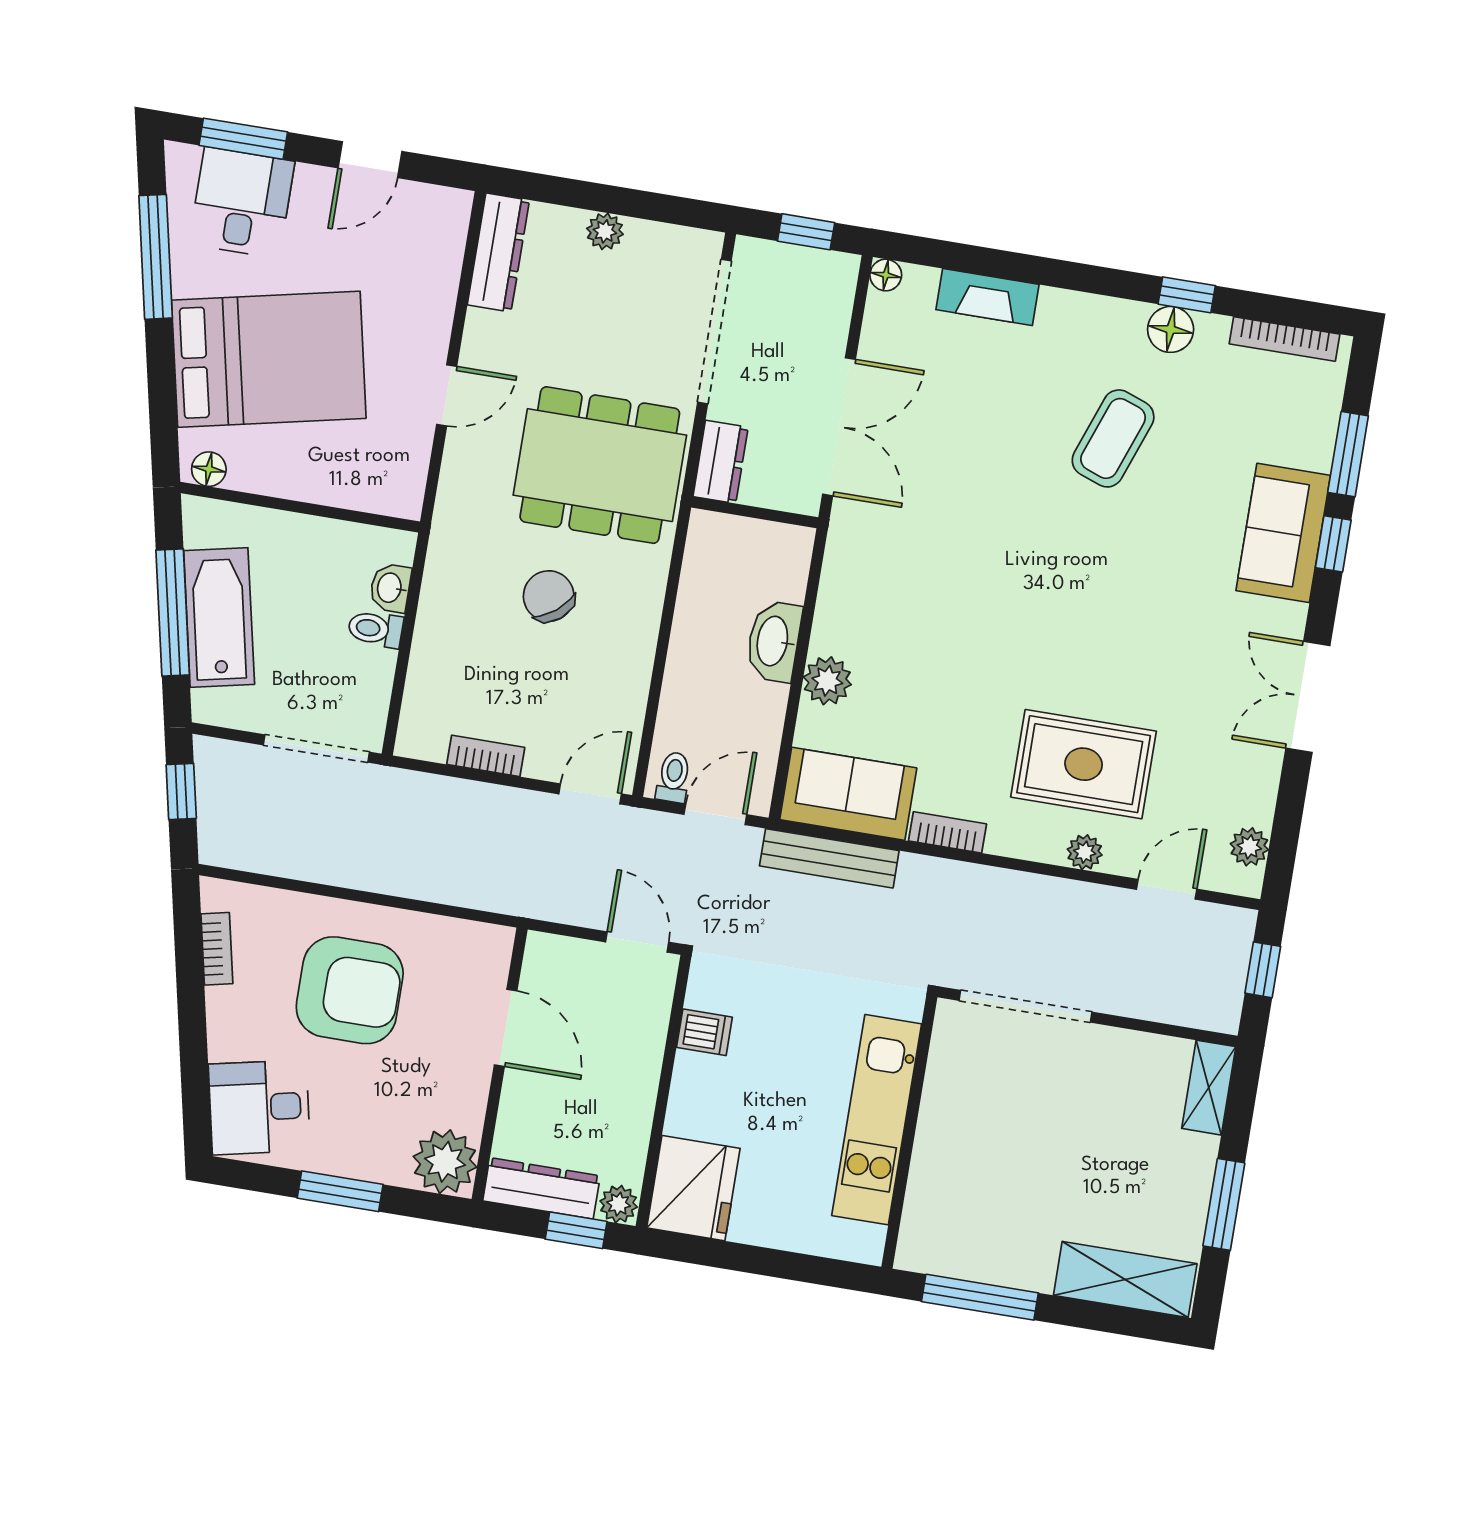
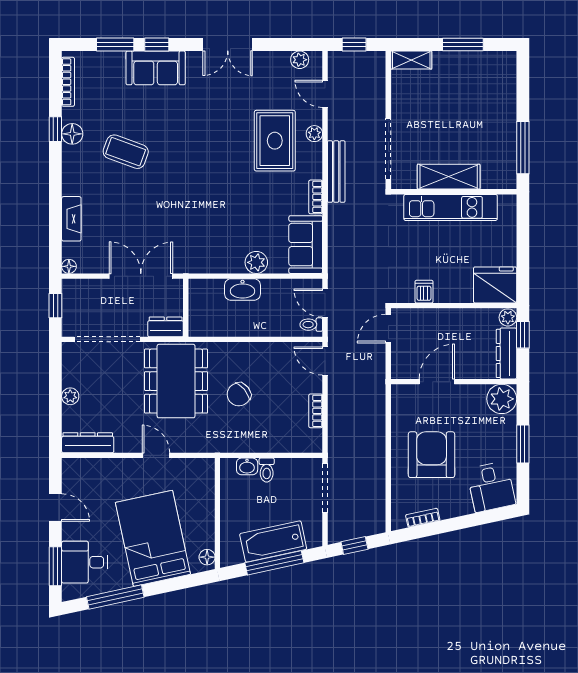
bench: (829, 858) -> (336, 172), moved
shelving: (1125, 1279) -> (449, 177), moved, turned 90

